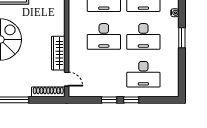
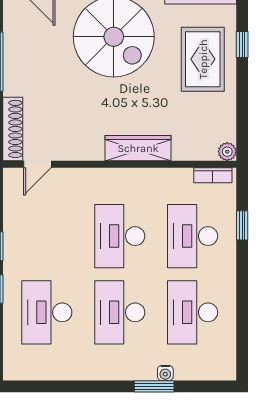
window: (182, 38) -> (154, 386), moved
wardrobe: (58, 53) -> (138, 148), moved

